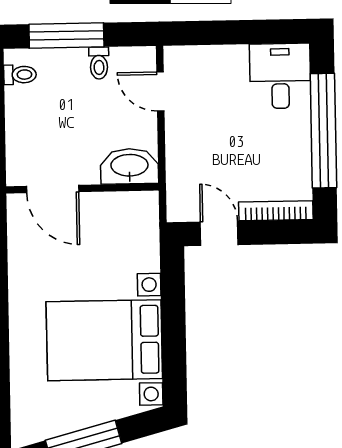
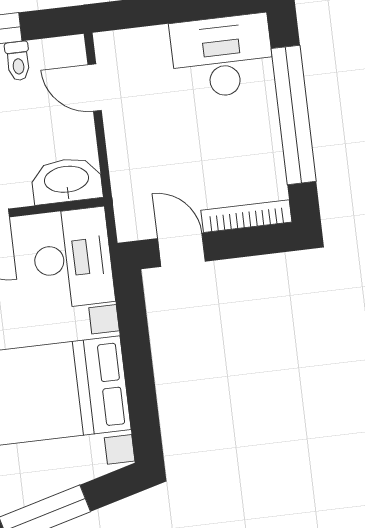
desk: (280, 76) -> (222, 56), width x1.37
desk: (128, 231) -> (73, 258), added

